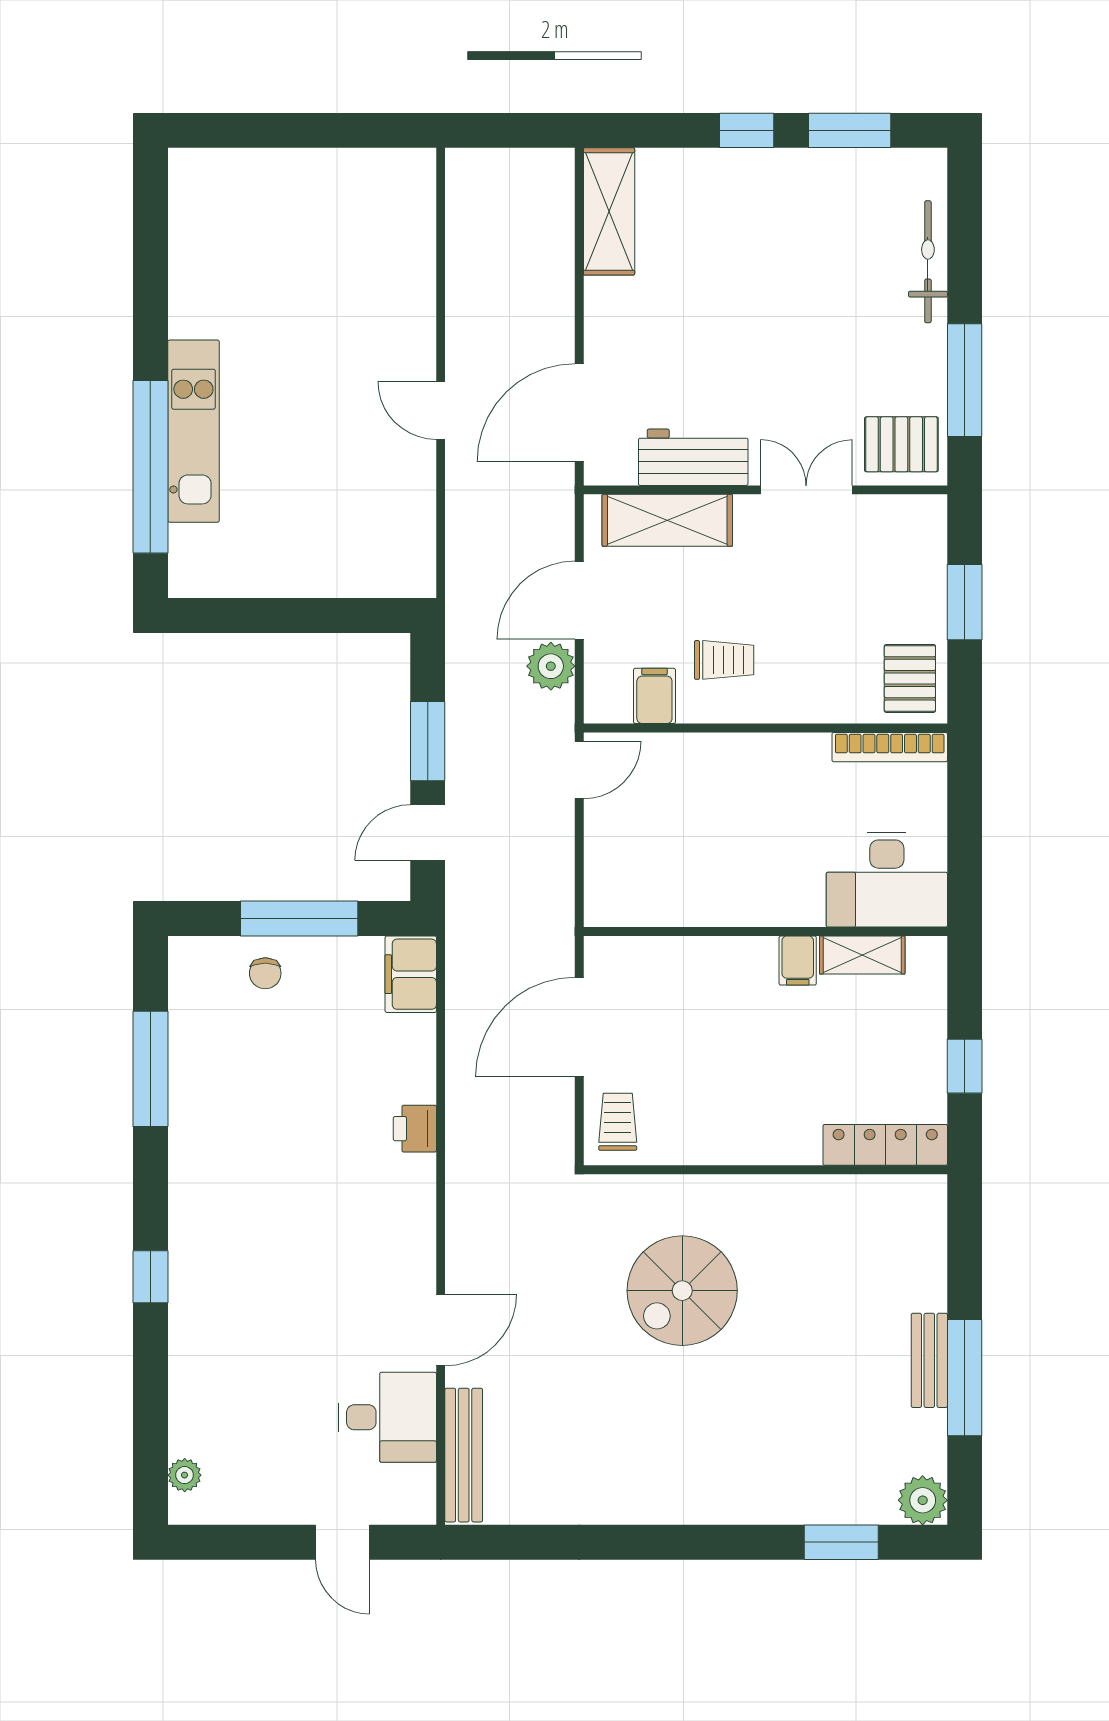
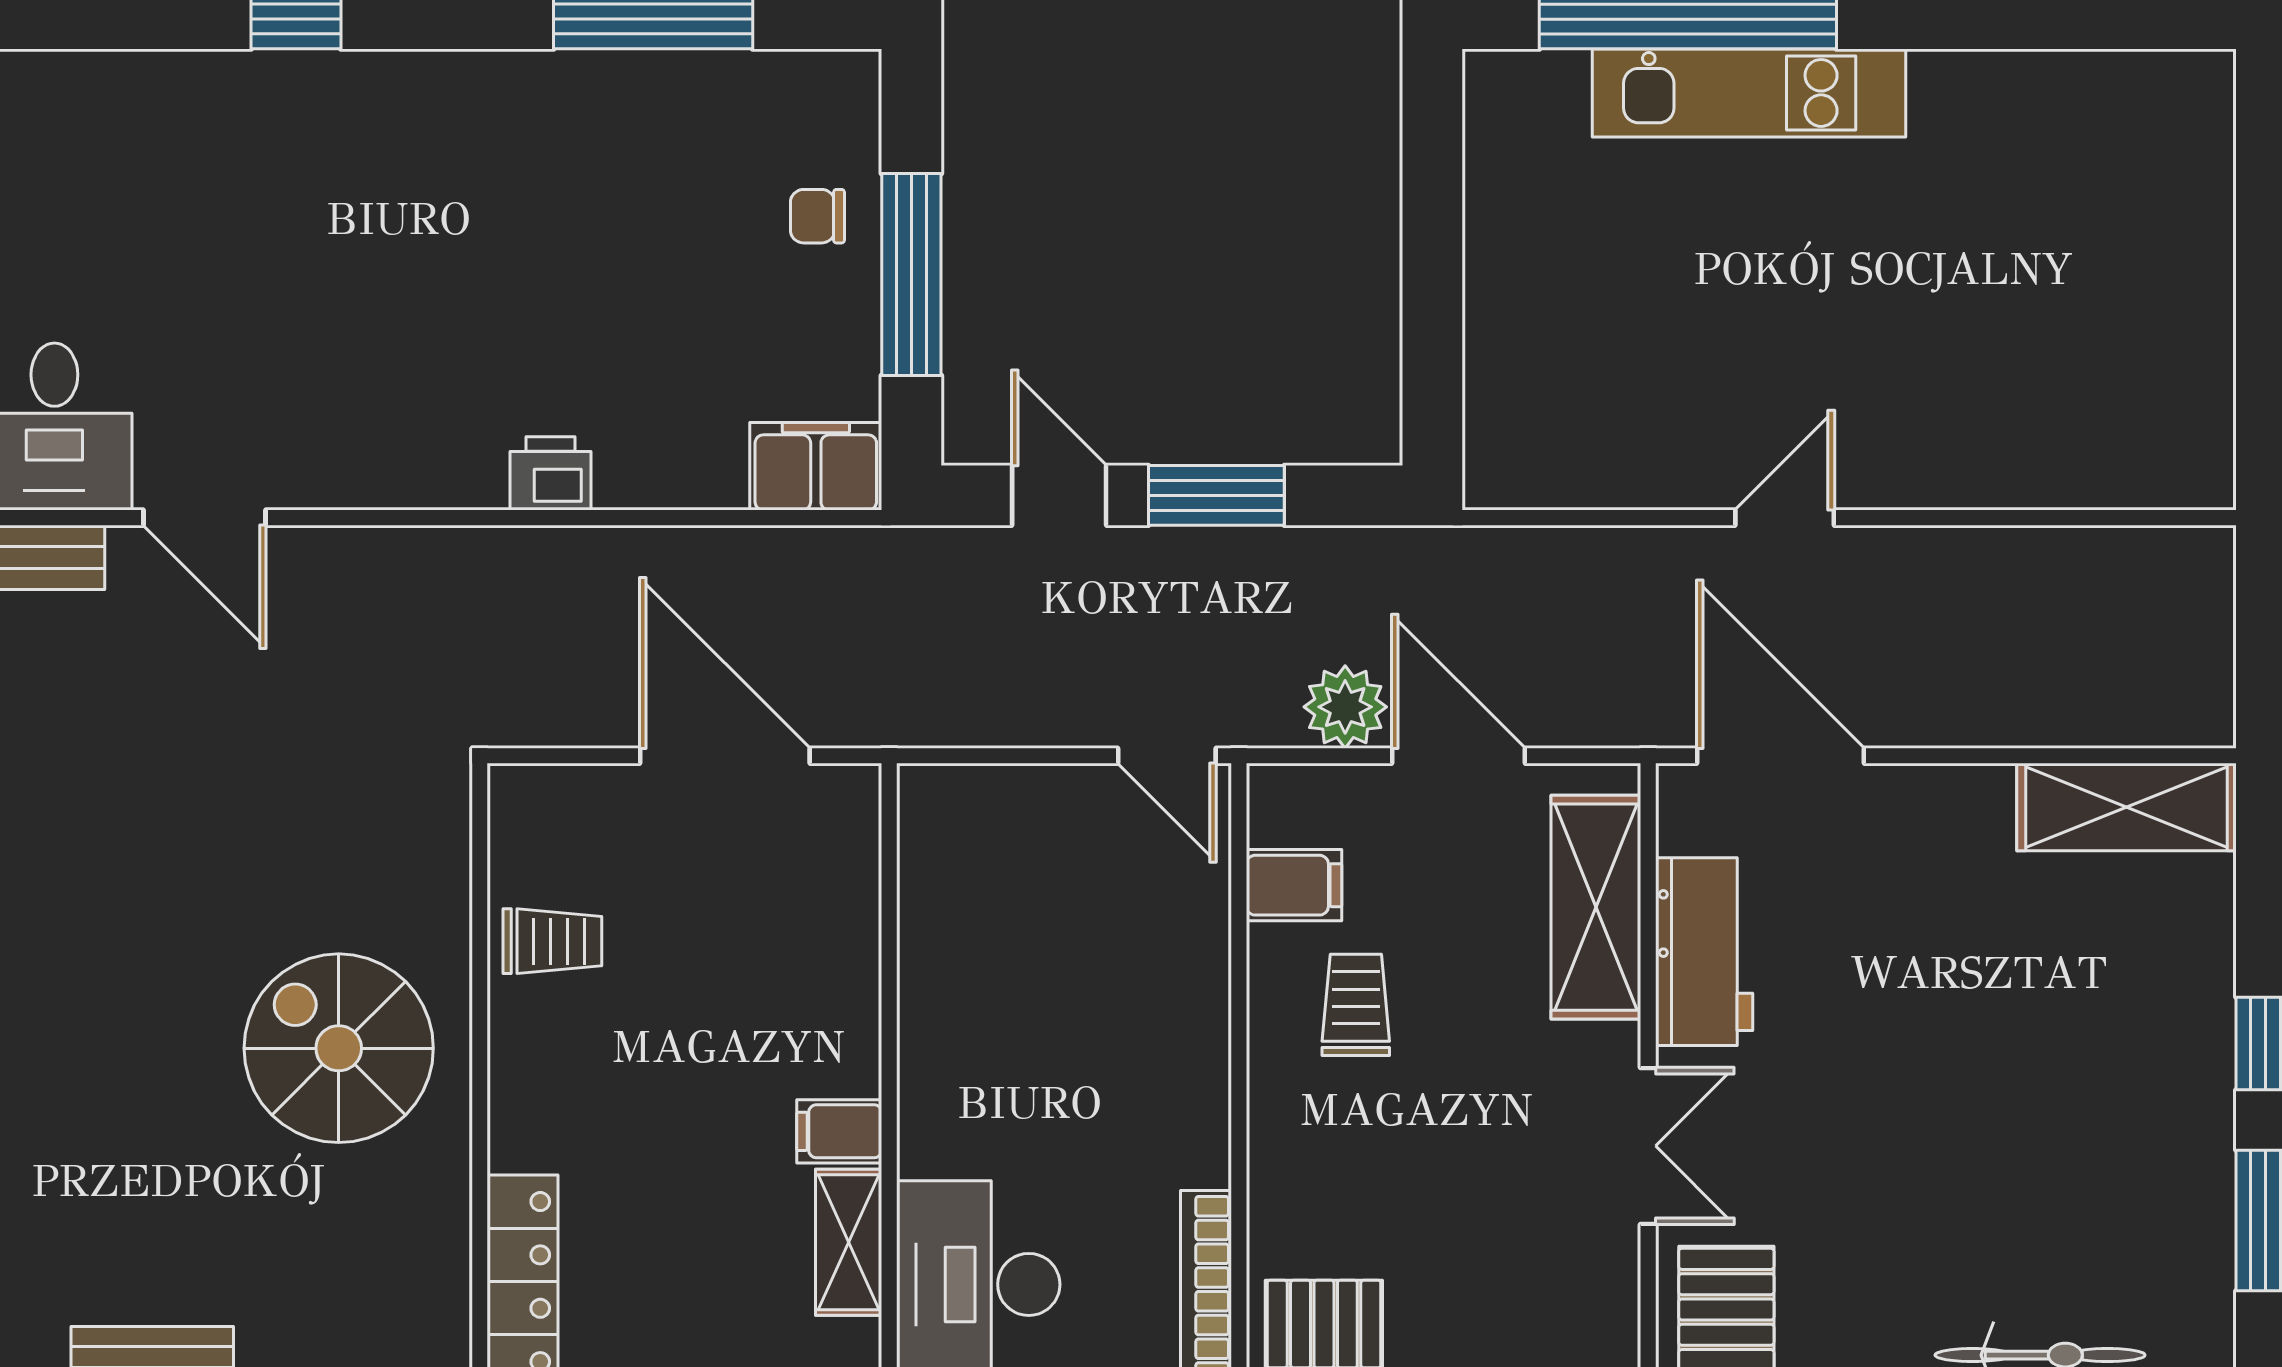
trolley: (724, 660) -> (1356, 1005), turned 180
trolley: (618, 1122) -> (552, 941), moved
spiral stairs: (682, 1291) -> (339, 1048), moved

